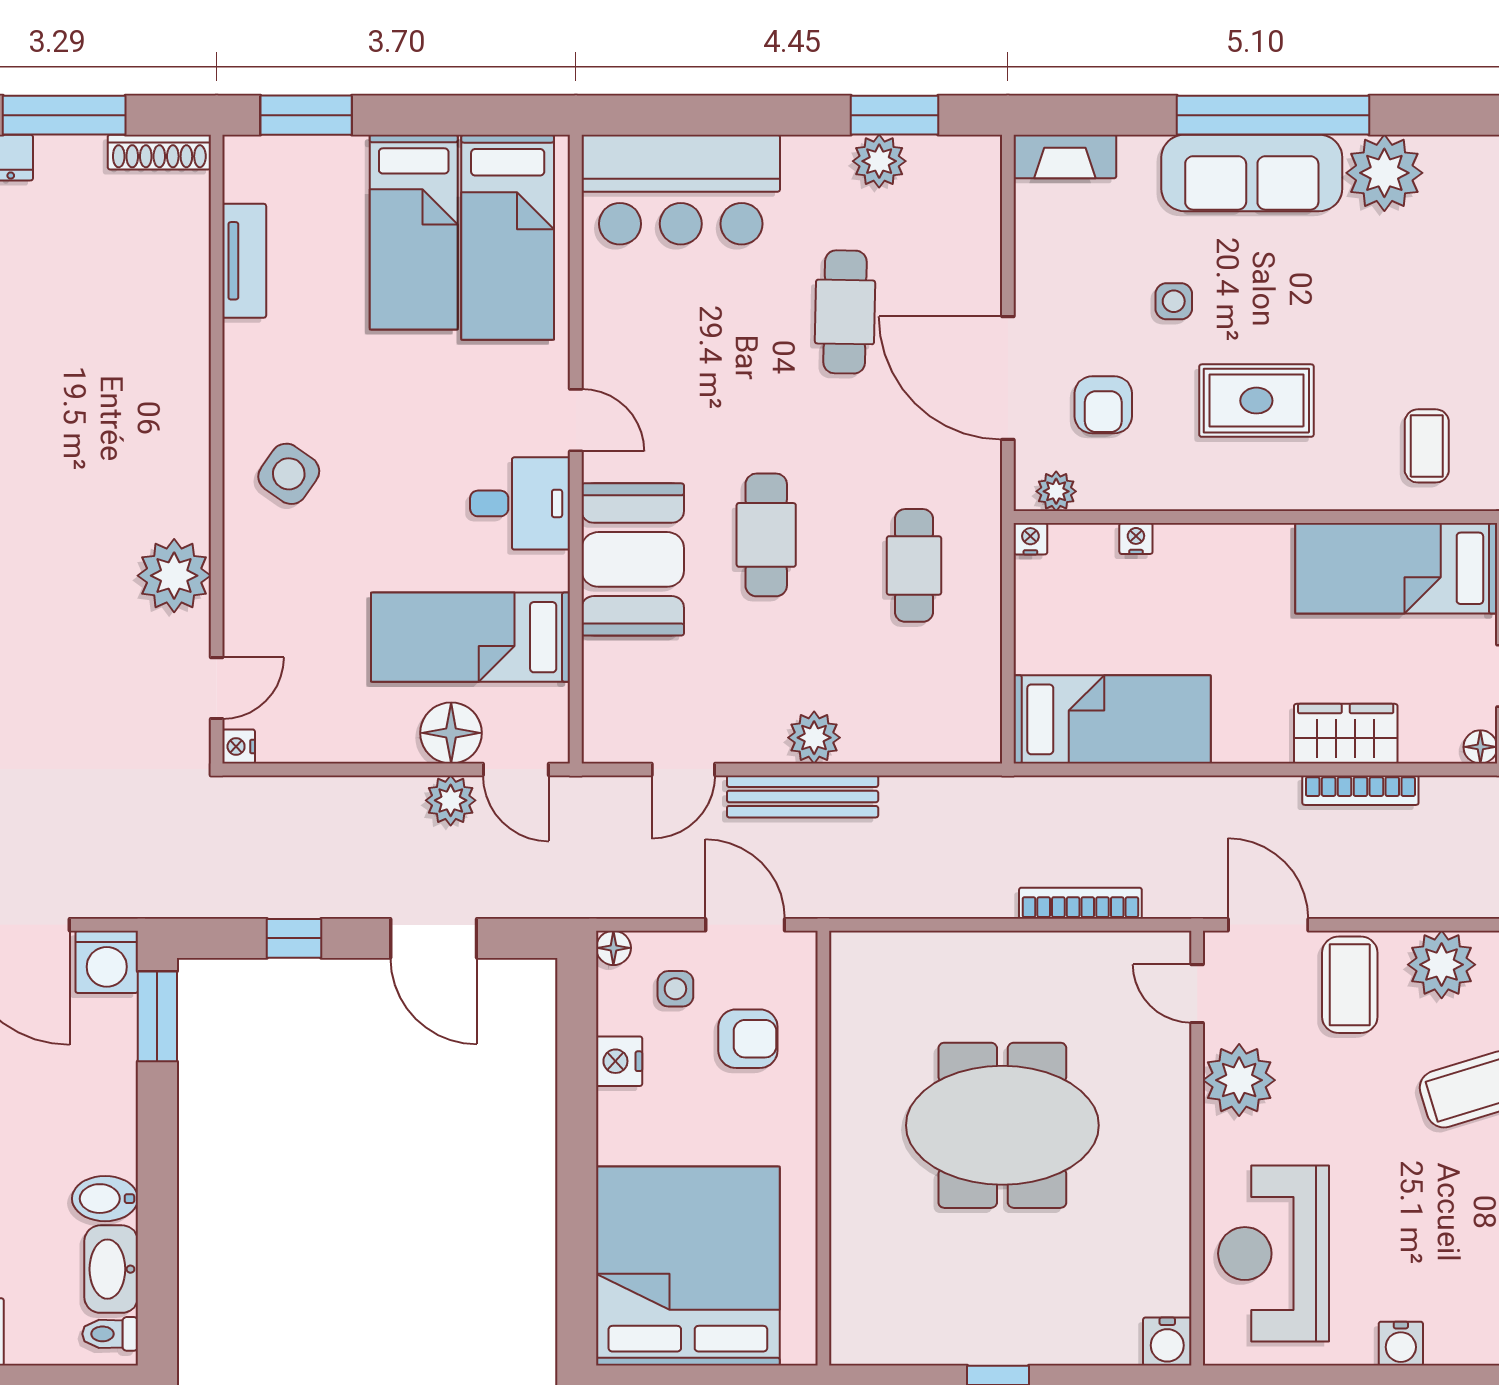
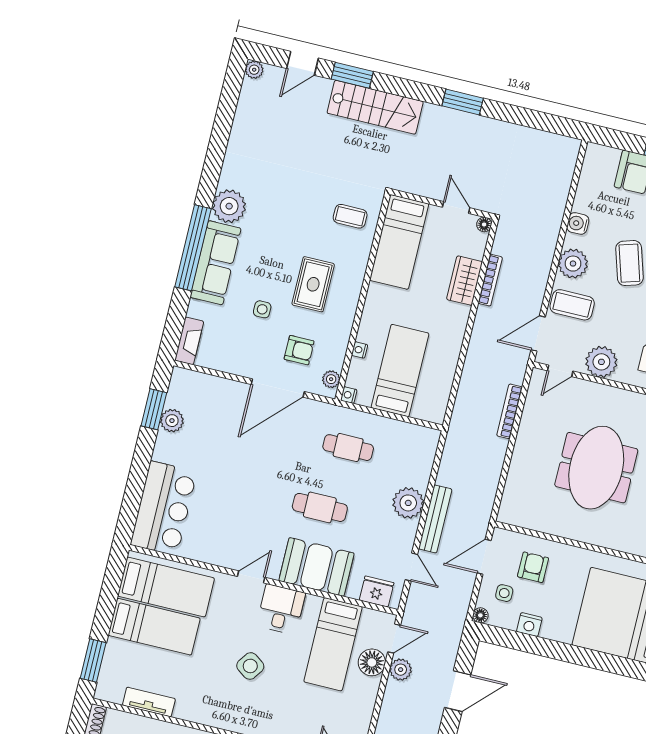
cafe table: (845, 312) -> (233, 451), removed
side table: (289, 474) -> (250, 666), moved
fridge: (611, 706) -> (377, 591), added
bed: (1112, 719) -> (400, 371), moved
plant: (814, 738) -> (408, 503), width x1.36, depth x1.36

